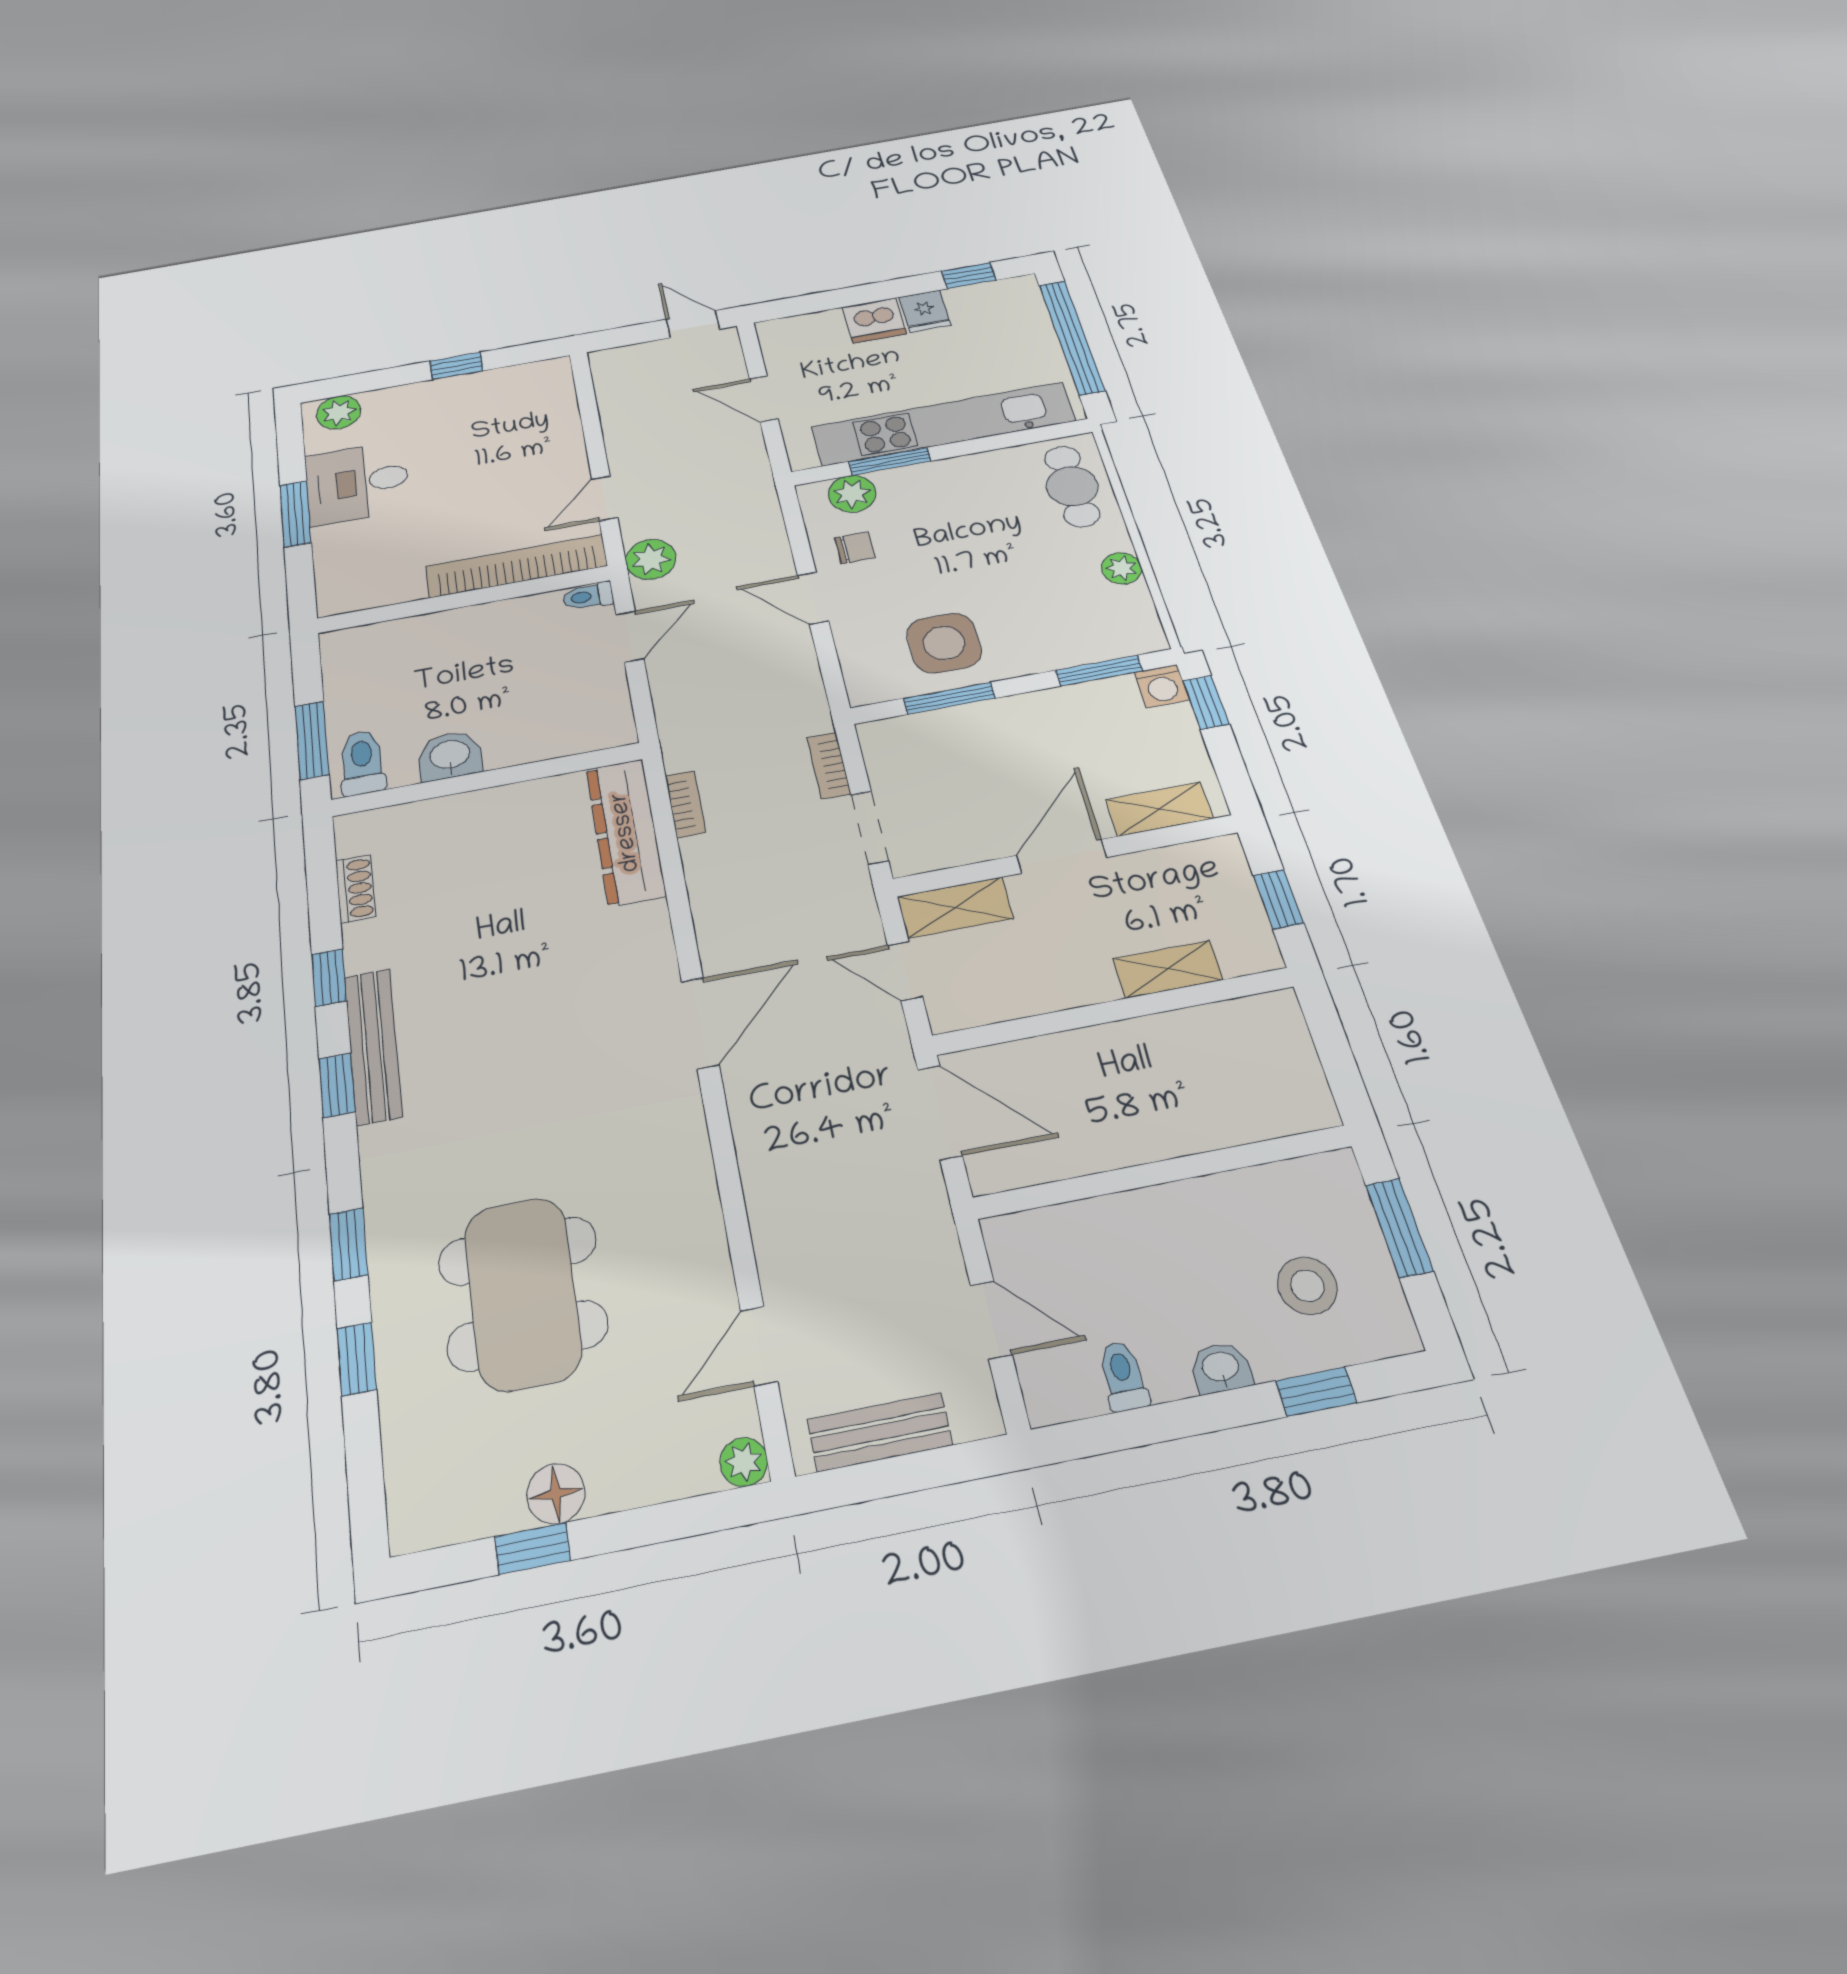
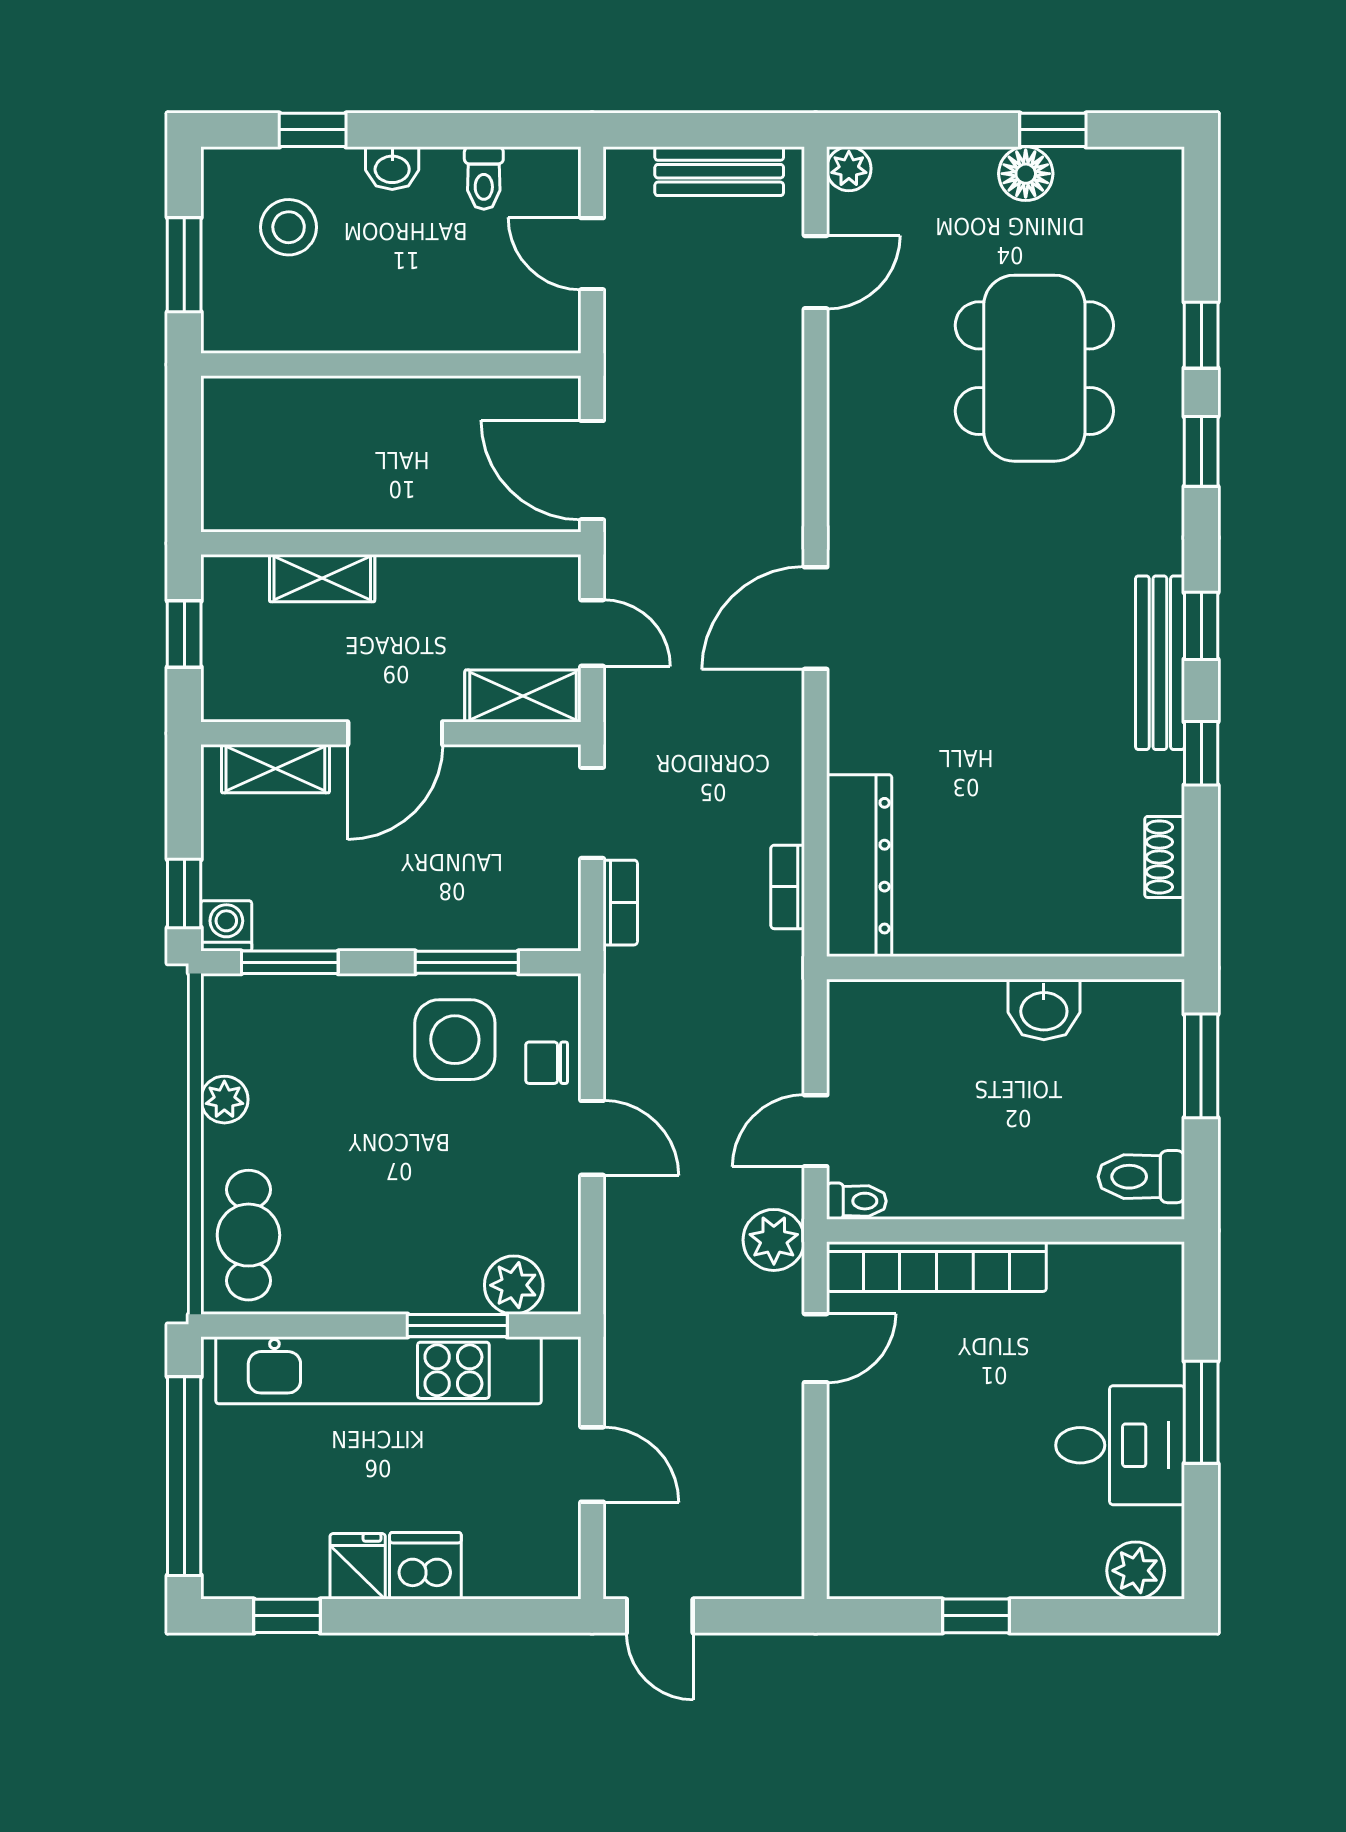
chair: (855, 548) -> (547, 1063), moved
toilet: (362, 762) -> (1141, 1177), moved, turned 90

